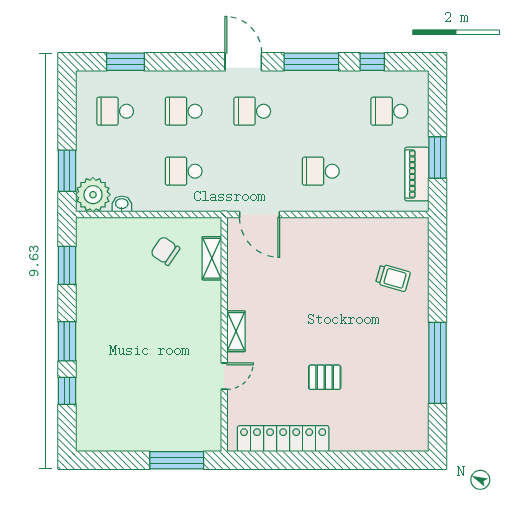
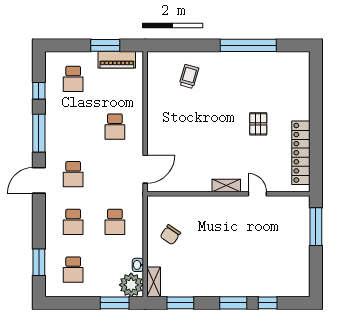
shelving: (212, 258) -> (154, 282), moved, turned 90

